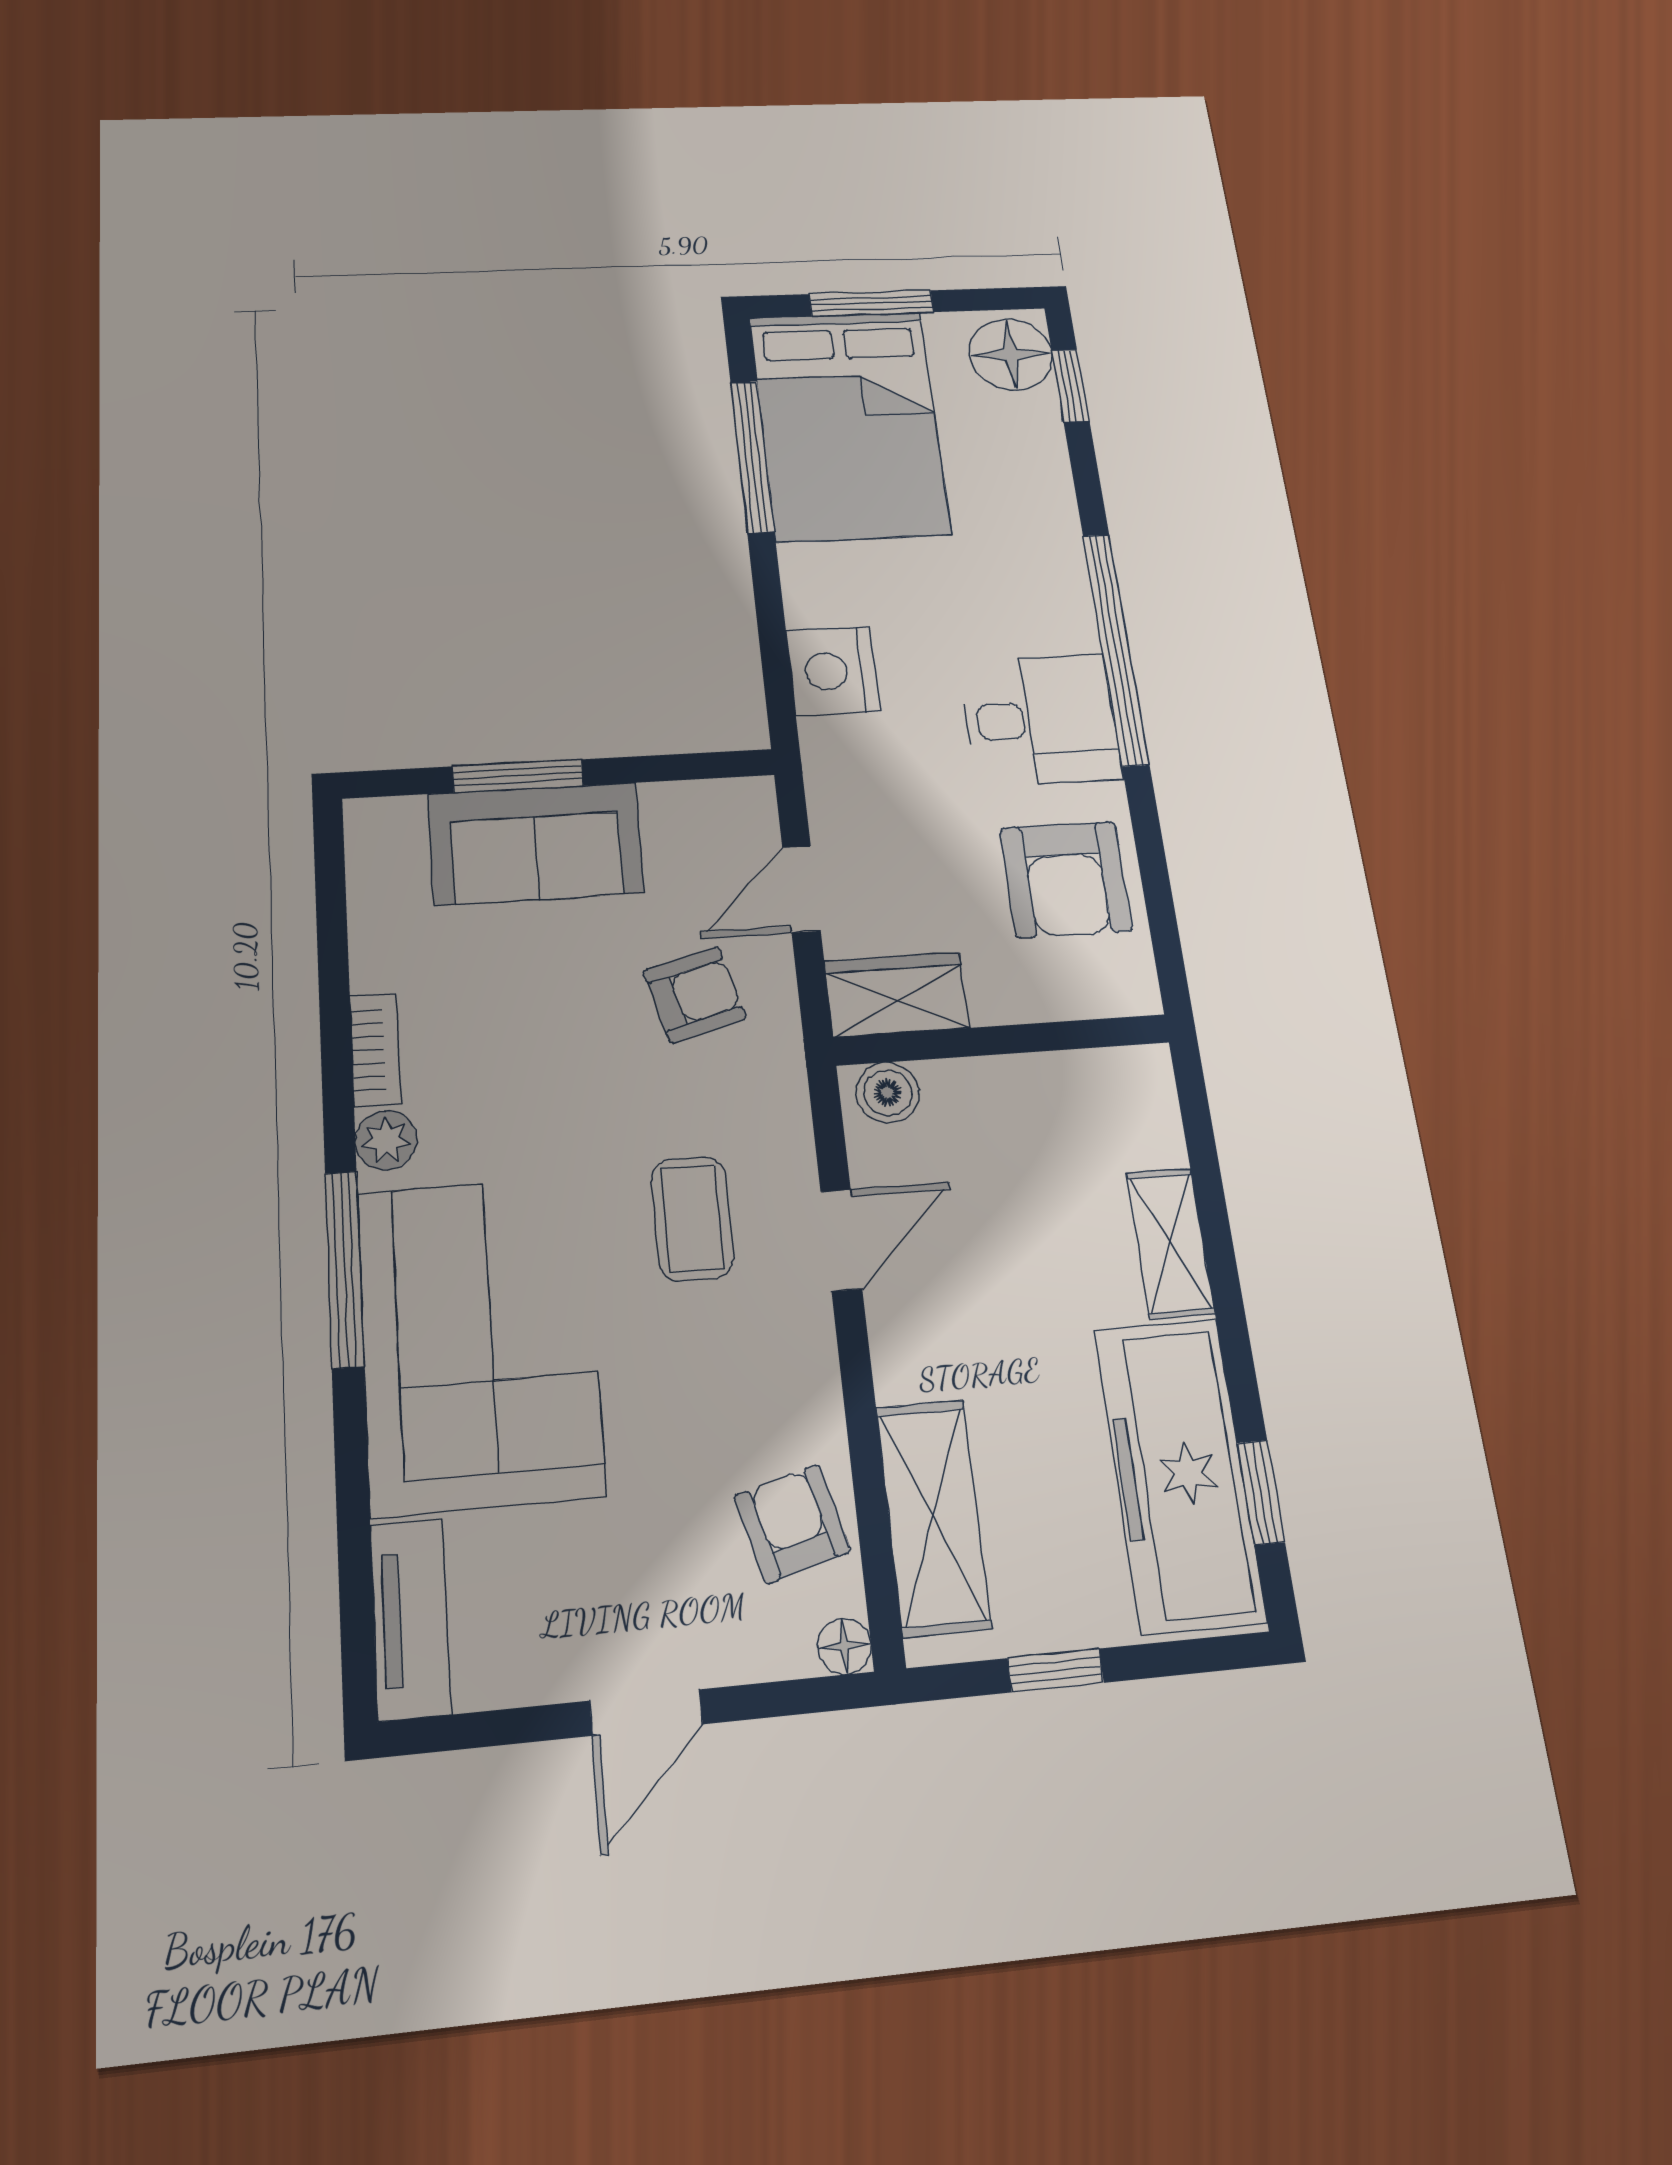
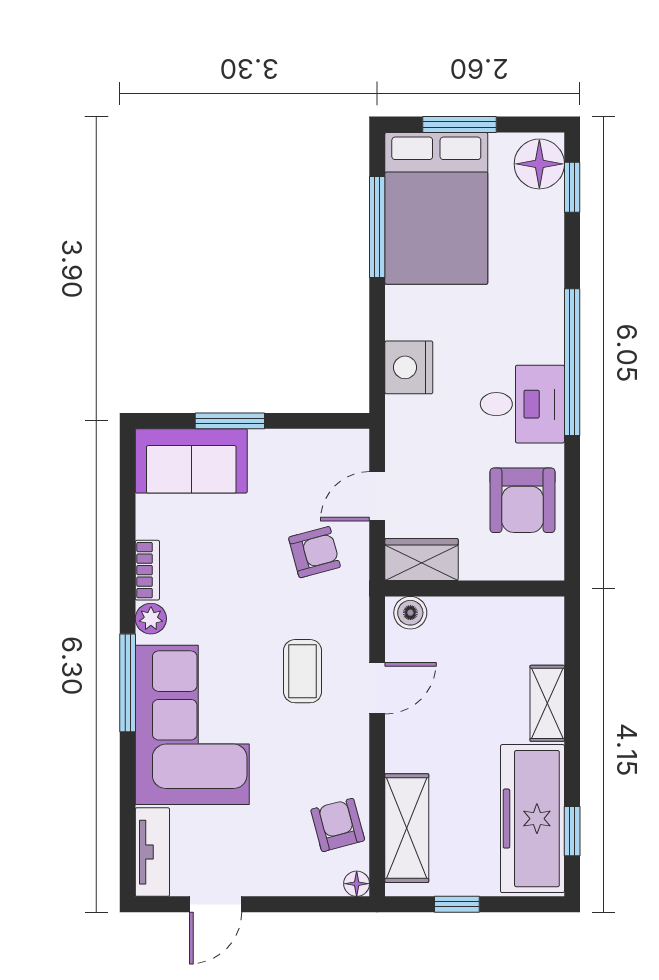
sofa: (536, 843) -> (191, 461), moved
door: (646, 1712) -> (216, 904), moved

